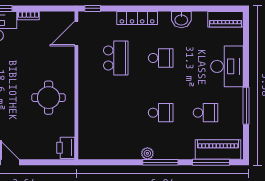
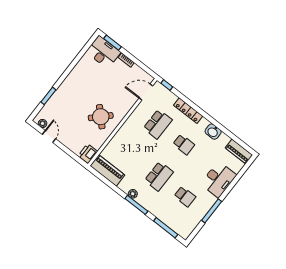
round table: (49, 98) -> (101, 117), turned 45
school desk: (161, 113) -> (159, 176), width x1.85
piano: (218, 150) -> (107, 170), moved

